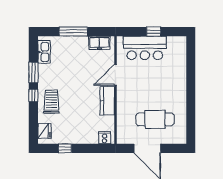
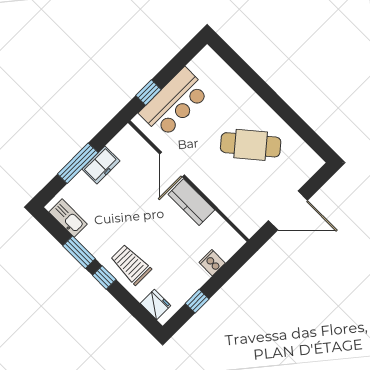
window: (154, 32) -> (148, 93), moved
freezer: (99, 43) -> (101, 165), moved
cafe table: (155, 119) -> (251, 145), moved, turned 50
cooker: (105, 138) -> (212, 263), moved

